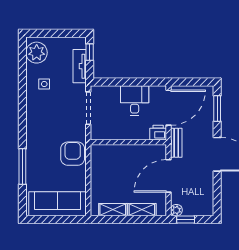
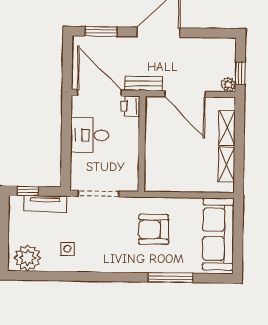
armchair: (73, 154) -> (154, 229), moved

